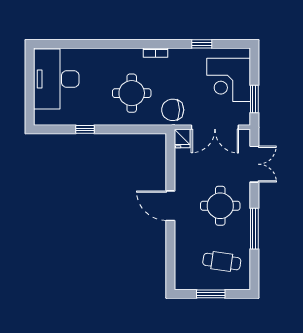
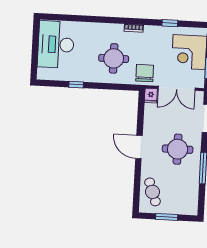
chair: (173, 110) -> (145, 73), turned 90
cafe table: (222, 262) -> (152, 192), moved, turned 62

